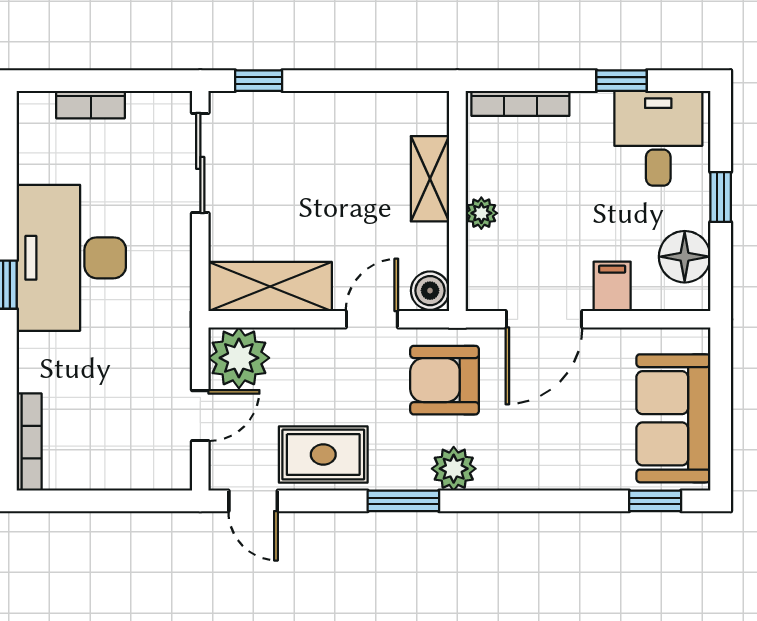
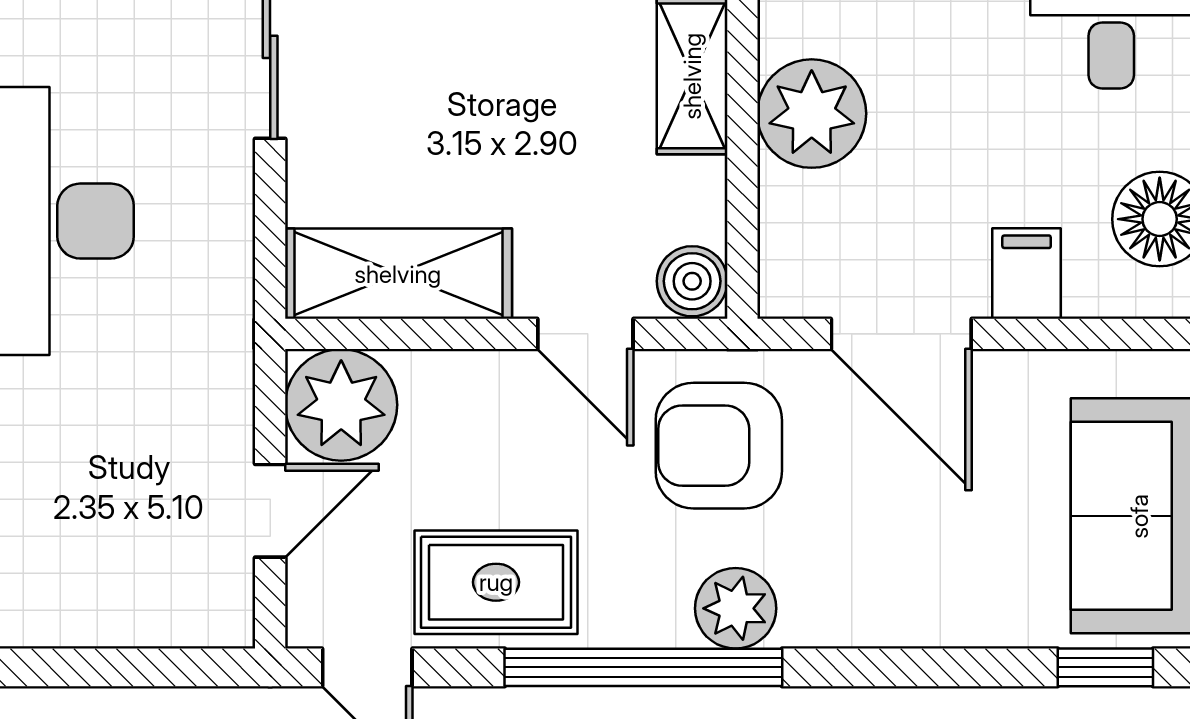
plant: (481, 213) -> (812, 114), width x1.88, depth x1.88
door: (372, 319) -> (585, 334), swing flipped
door: (544, 319) -> (901, 334), hinge flipped
window: (403, 501) -> (643, 667), width x2.11

